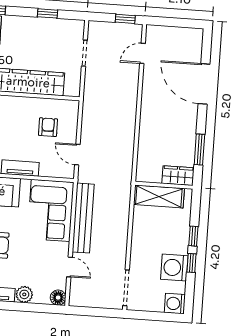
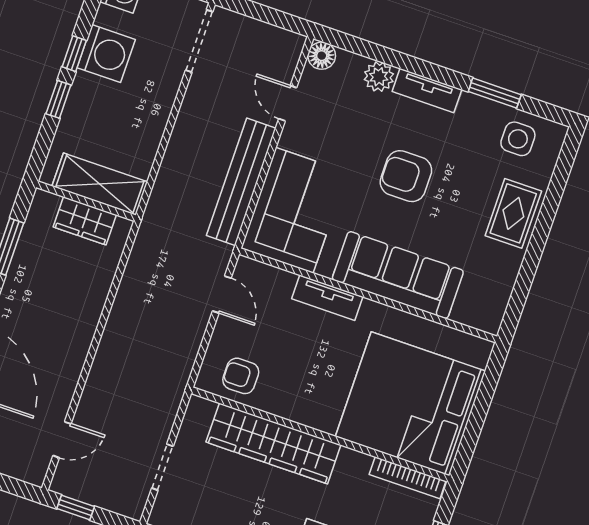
armchair: (48, 127) -> (241, 376), moved, turned 90
wardrobe: (178, 176) -> (85, 221), moved

